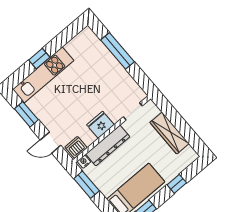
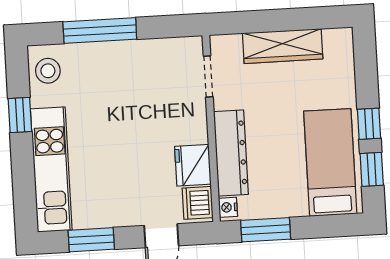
stool: (84, 42) -> (48, 71), added
window: (39, 59) -> (20, 115), moved
fridge: (100, 125) -> (193, 165), moved
window: (177, 184) -> (369, 124), moved

